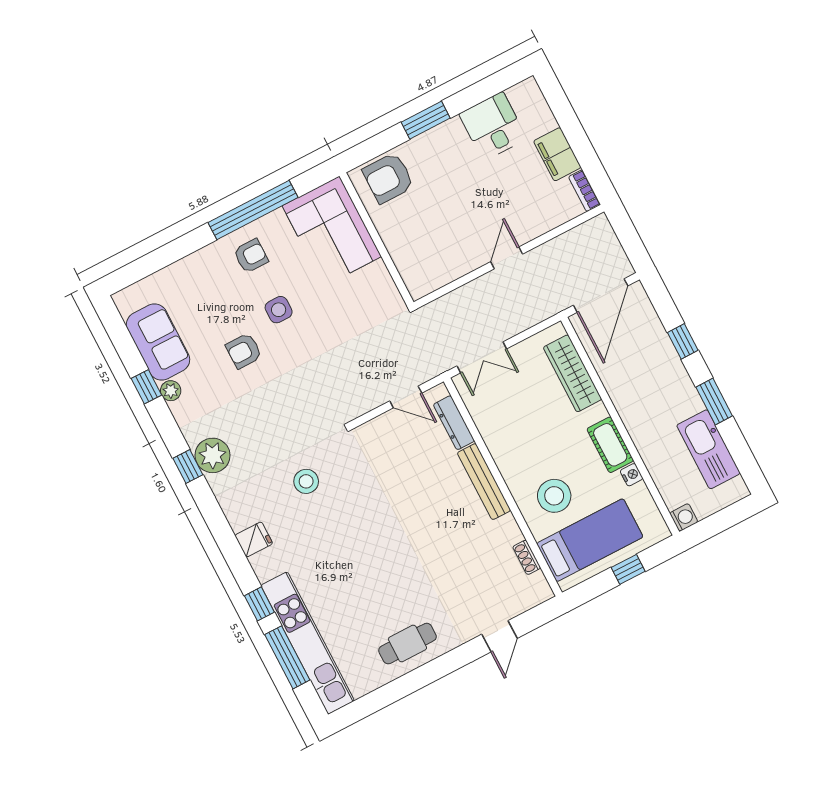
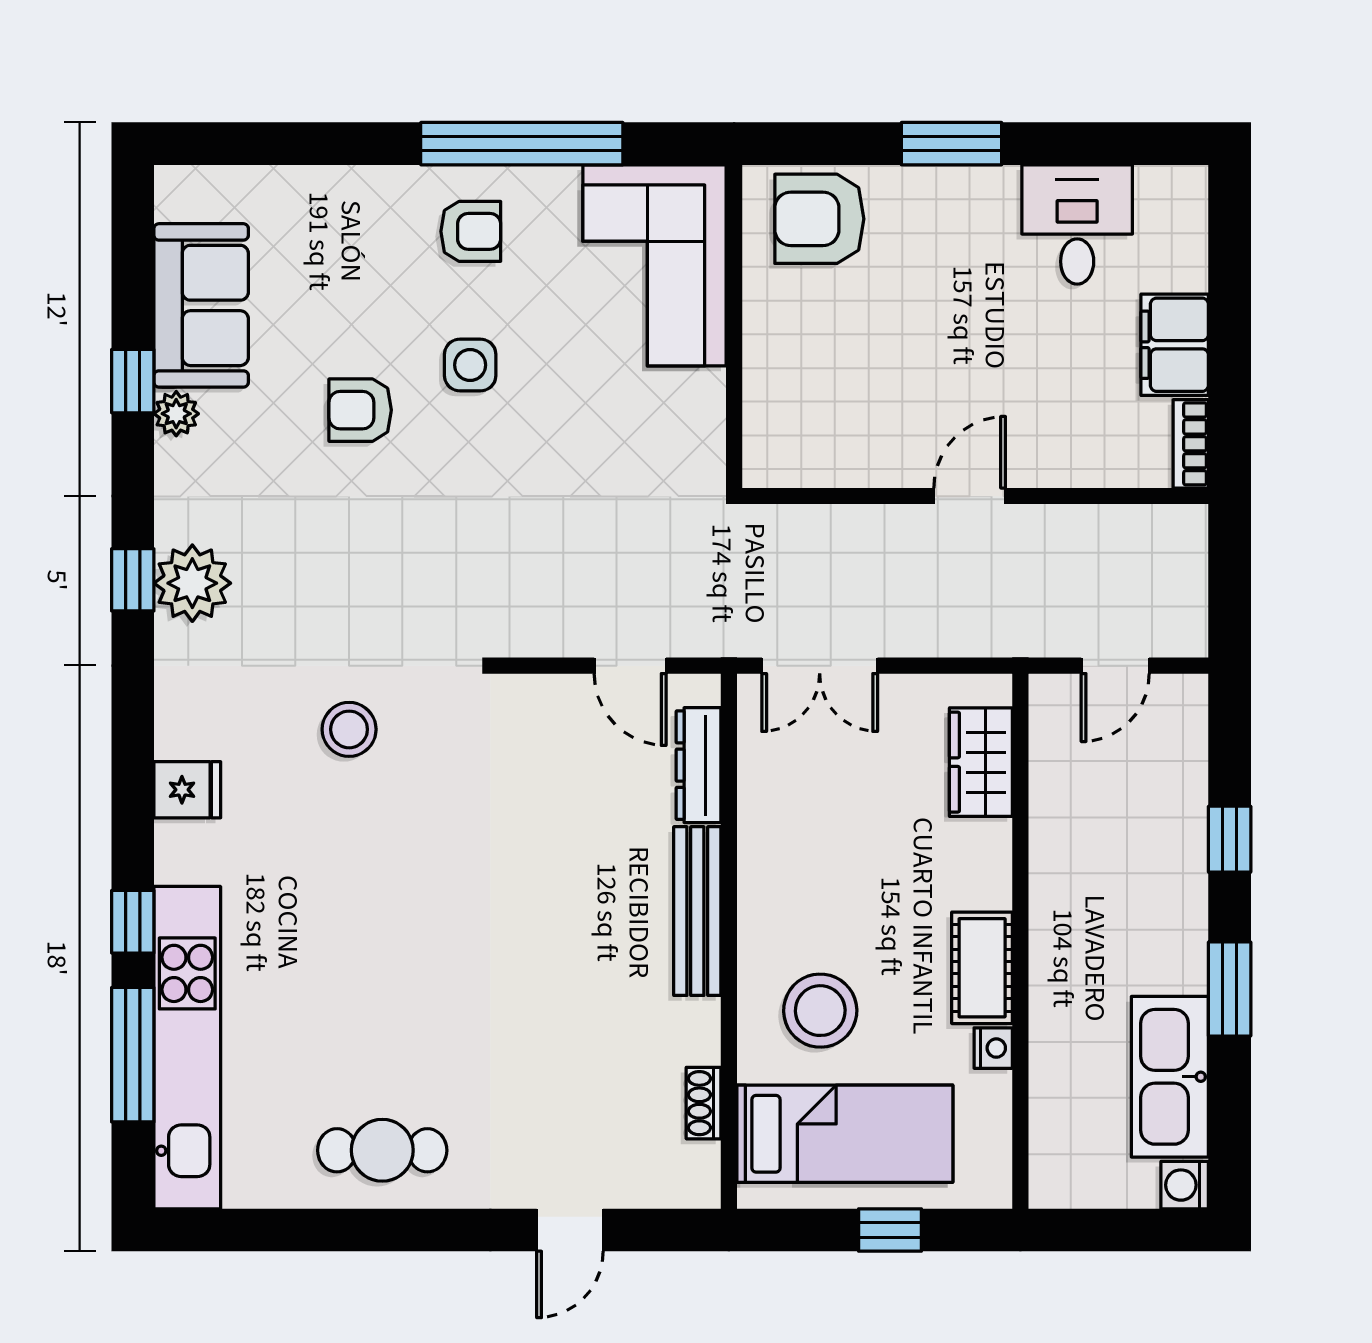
door: (601, 296) -> (1115, 666), width x0.53
wardrobe: (572, 373) -> (981, 762), width x0.67
washing machine: (684, 517) -> (1185, 1185), moved, turned 180

